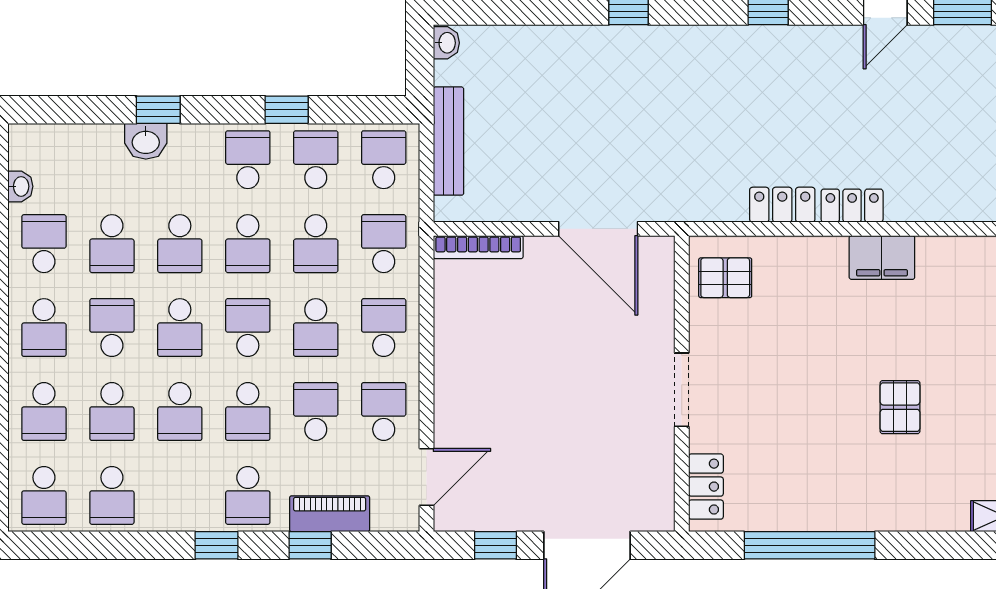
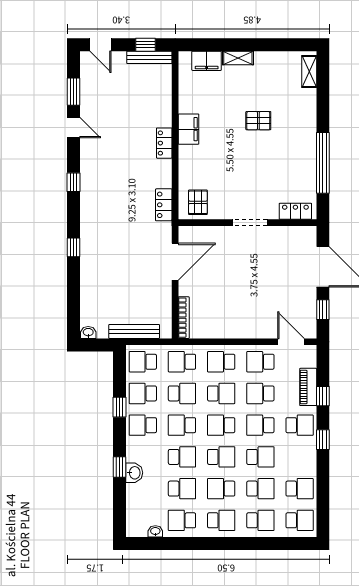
locker: (782, 205) -> (164, 205), moved
school desk: (248, 244) -> (182, 425), turned 180
school desk: (248, 411) -> (260, 425), turned 180

